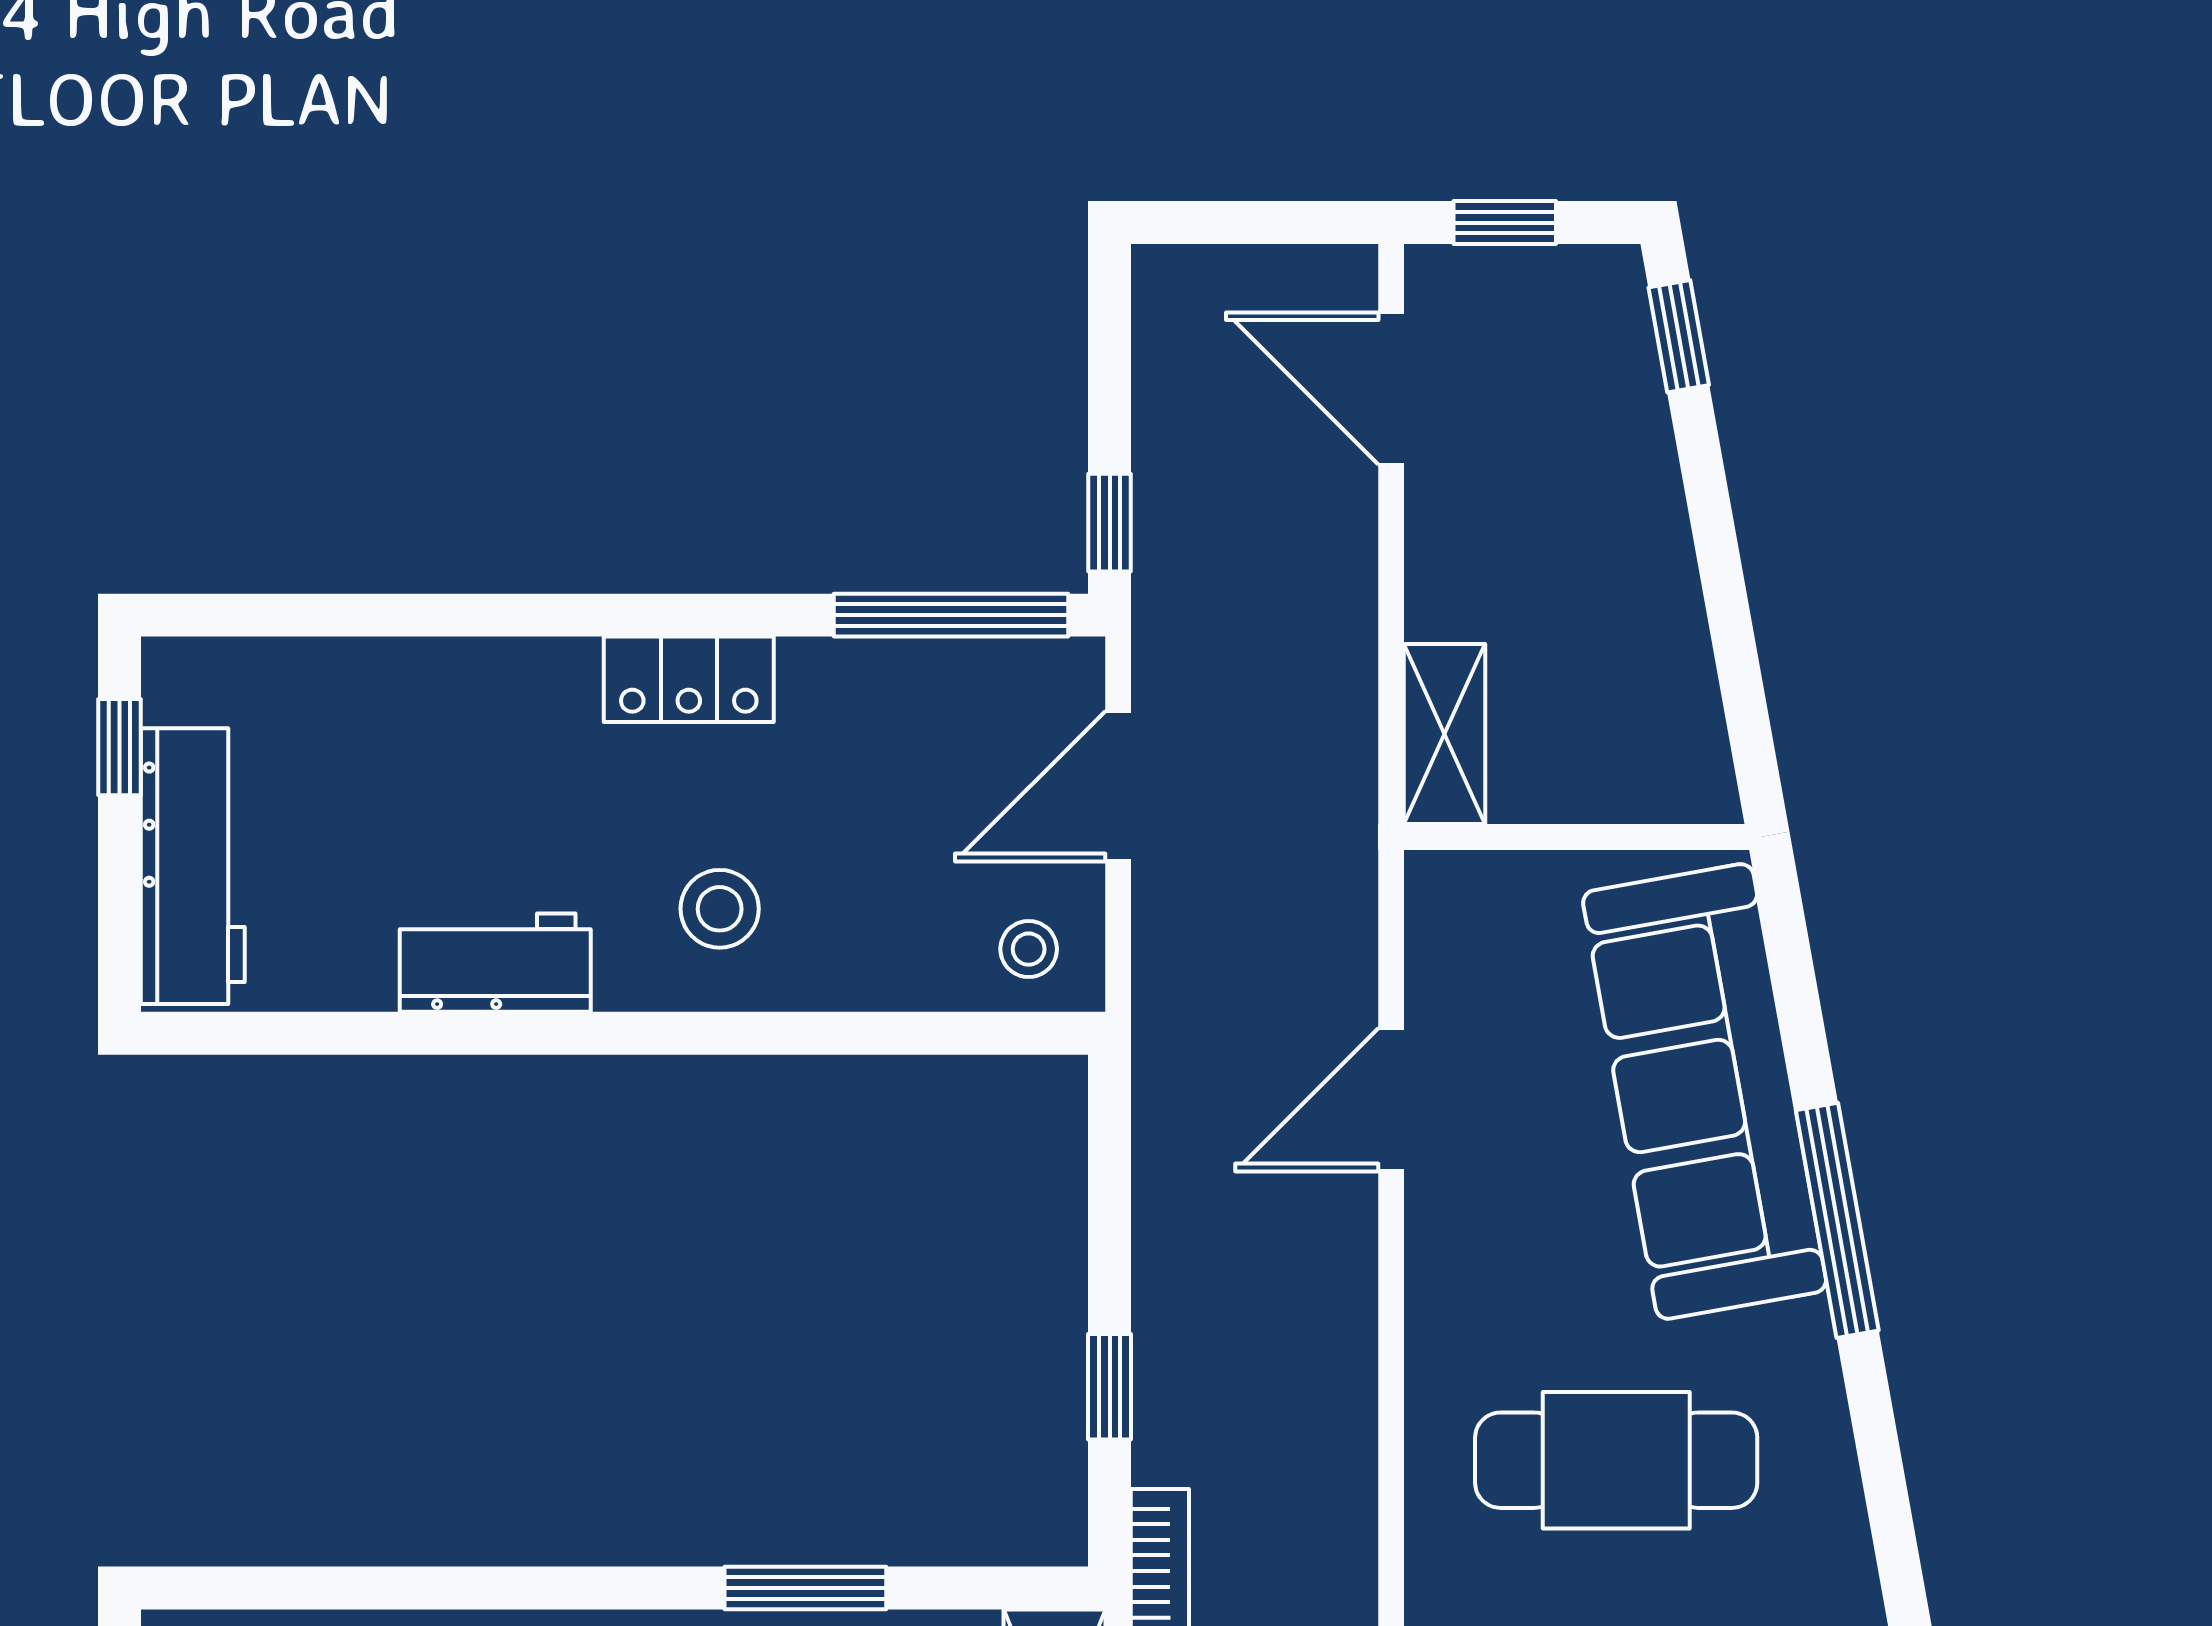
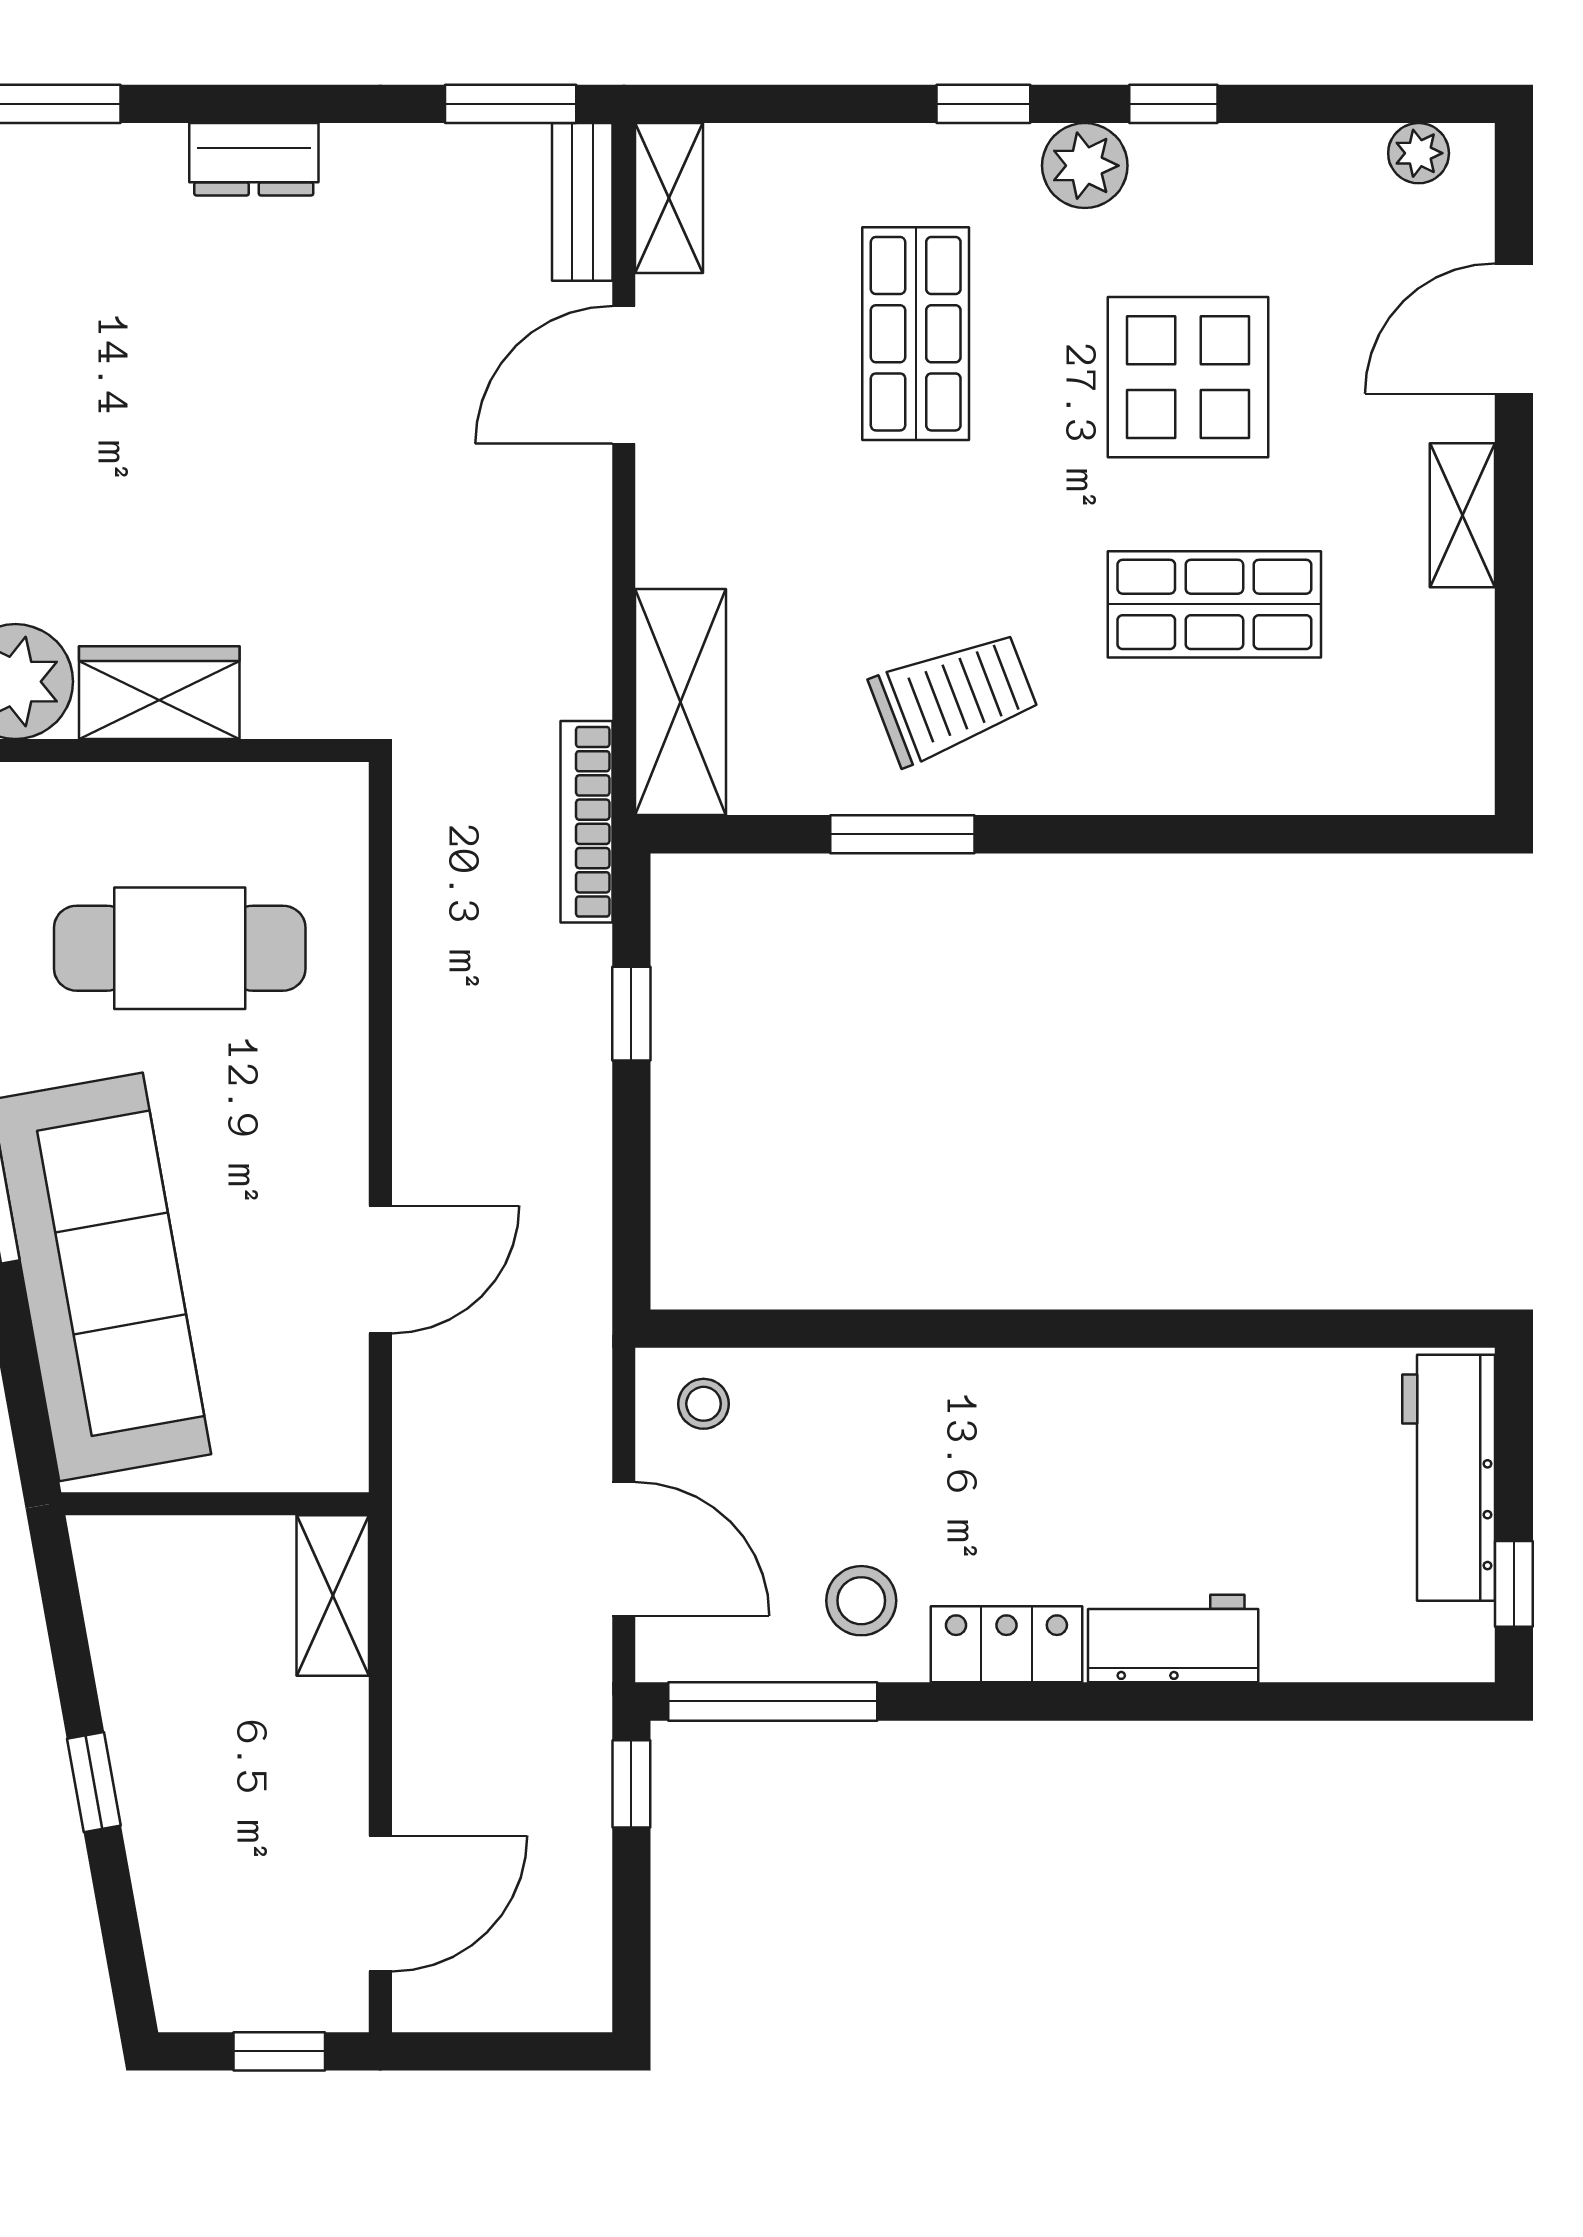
window: (1679, 336) -> (94, 1782), moved
door: (1391, 389) -> (380, 1903), hinge flipped
door: (1118, 786) -> (624, 1549), hinge flipped
stool: (720, 909) -> (861, 1601), moved
workbench: (495, 963) -> (1173, 1639), moved, turned 180

